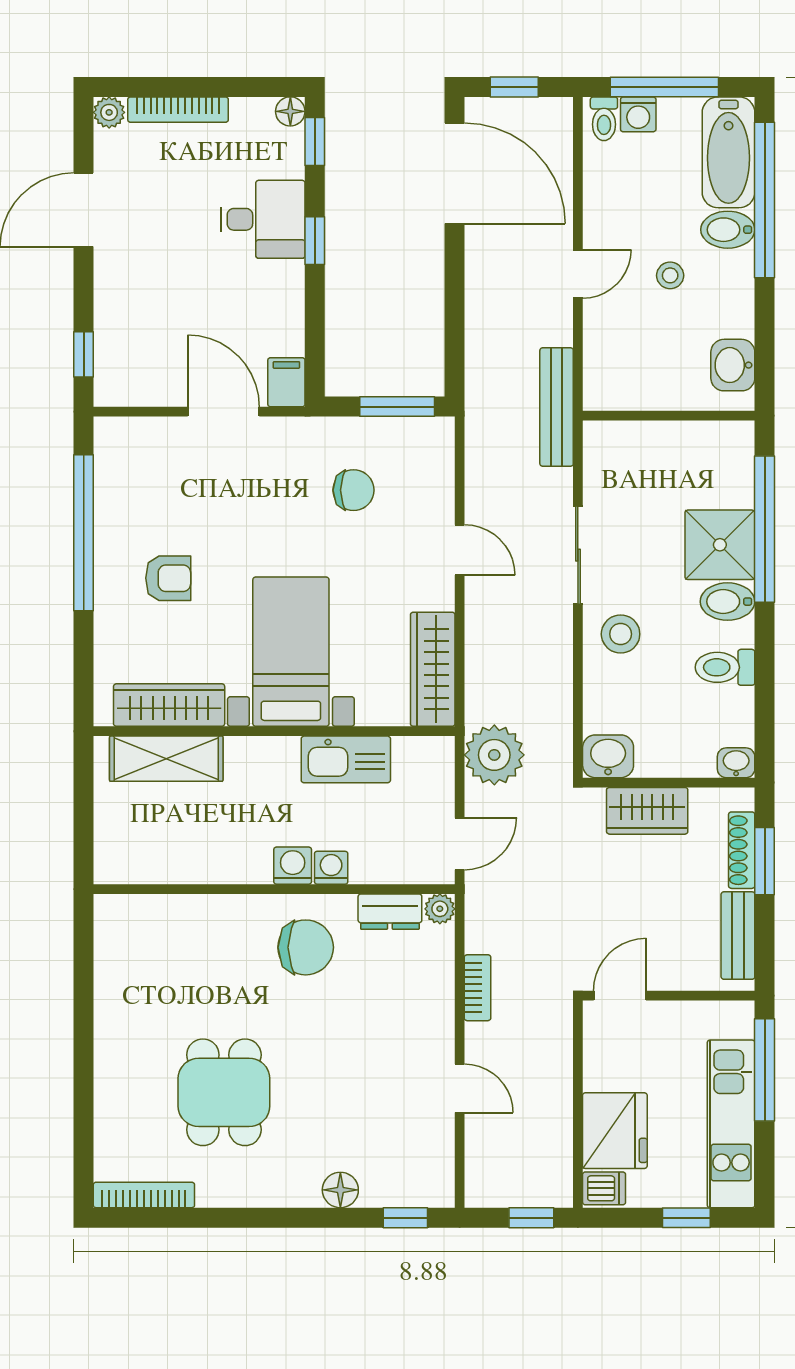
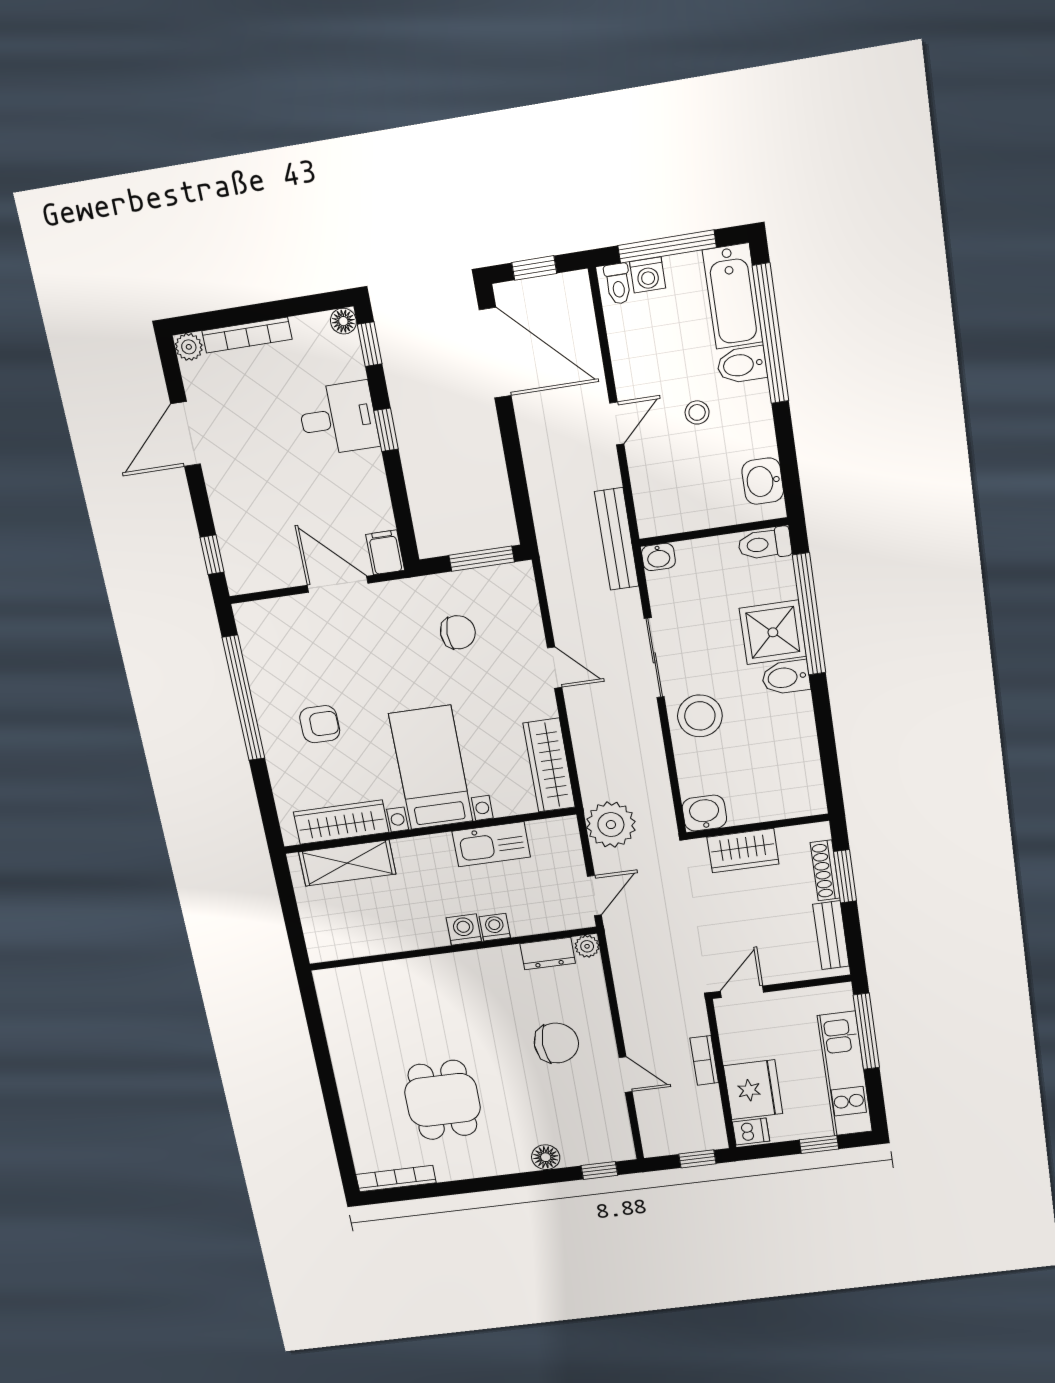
stool: (621, 634) -> (700, 716), width x1.38, depth x1.38
toilet: (725, 667) -> (765, 544), moved
washbasin: (736, 763) -> (658, 557), moved, turned 180
chair: (306, 947) -> (556, 1043), moved
bookcase: (478, 988) -> (704, 1060), moved, turned 180

